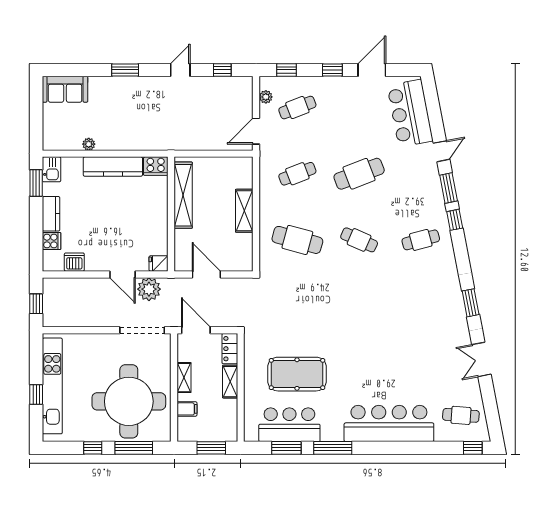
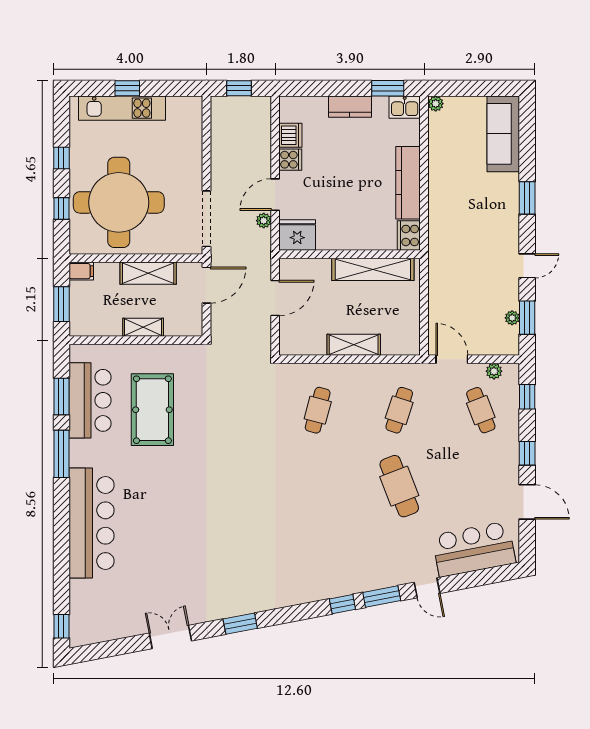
door: (180, 70) -> (527, 266), hinge flipped
window: (222, 70) -> (527, 318), width x1.50
plant: (222, 82) -> (512, 318), added
sofa: (65, 89) -> (503, 134), width x1.36
plant: (89, 144) -> (436, 104), moved
cafe table: (297, 174) -> (399, 410), turned 39
cafe table: (297, 240) -> (318, 410), width x0.73, depth x0.74
cafe table: (359, 240) -> (318, 486), removed
cafe table: (421, 240) -> (318, 562), removed
cooker: (52, 241) -> (290, 160), moved, turned -90
fridge: (158, 263) -> (297, 235), width x1.88, depth x1.34
plant: (149, 289) -> (264, 221), width x0.53, depth x0.53
locker: (230, 349) -> (184, 327), removed
shelving: (184, 378) -> (148, 273), width x1.50, depth x1.33
kitchen unit: (52, 386) -> (122, 108), width x0.73
filing cabinet: (187, 409) -> (81, 271), moved, turned -90
cafe table: (461, 415) -> (101, 612), removed
window: (134, 448) -> (61, 209), width x0.46

